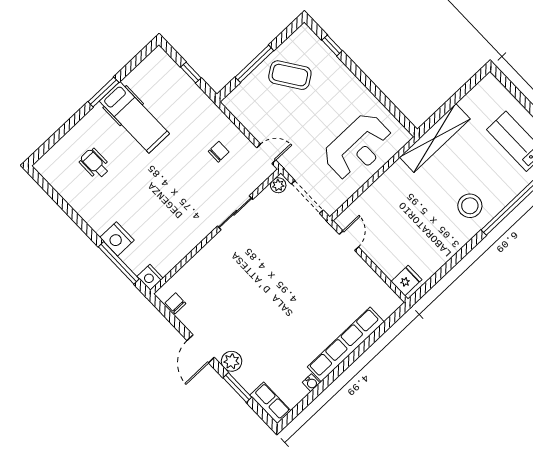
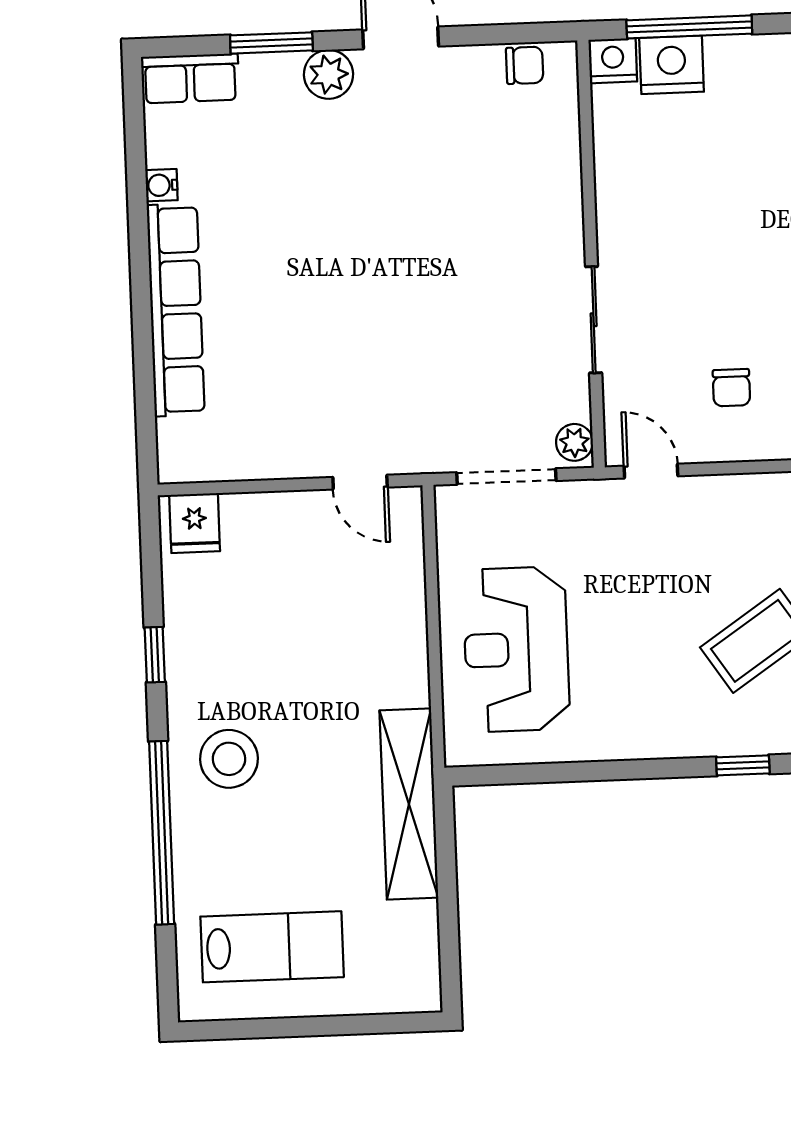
door: (266, 154) -> (651, 471), swing flipped
nightstand: (117, 239) -> (672, 65), moved
window: (458, 257) -> (155, 655), added

